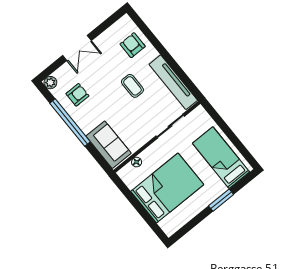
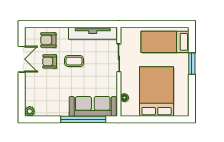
double door: (77, 48) -> (22, 59), moved
armchair: (77, 95) -> (50, 61), moved, turned -90
window: (70, 123) -> (83, 119), moved
sofa: (109, 145) -> (93, 106), width x1.36

